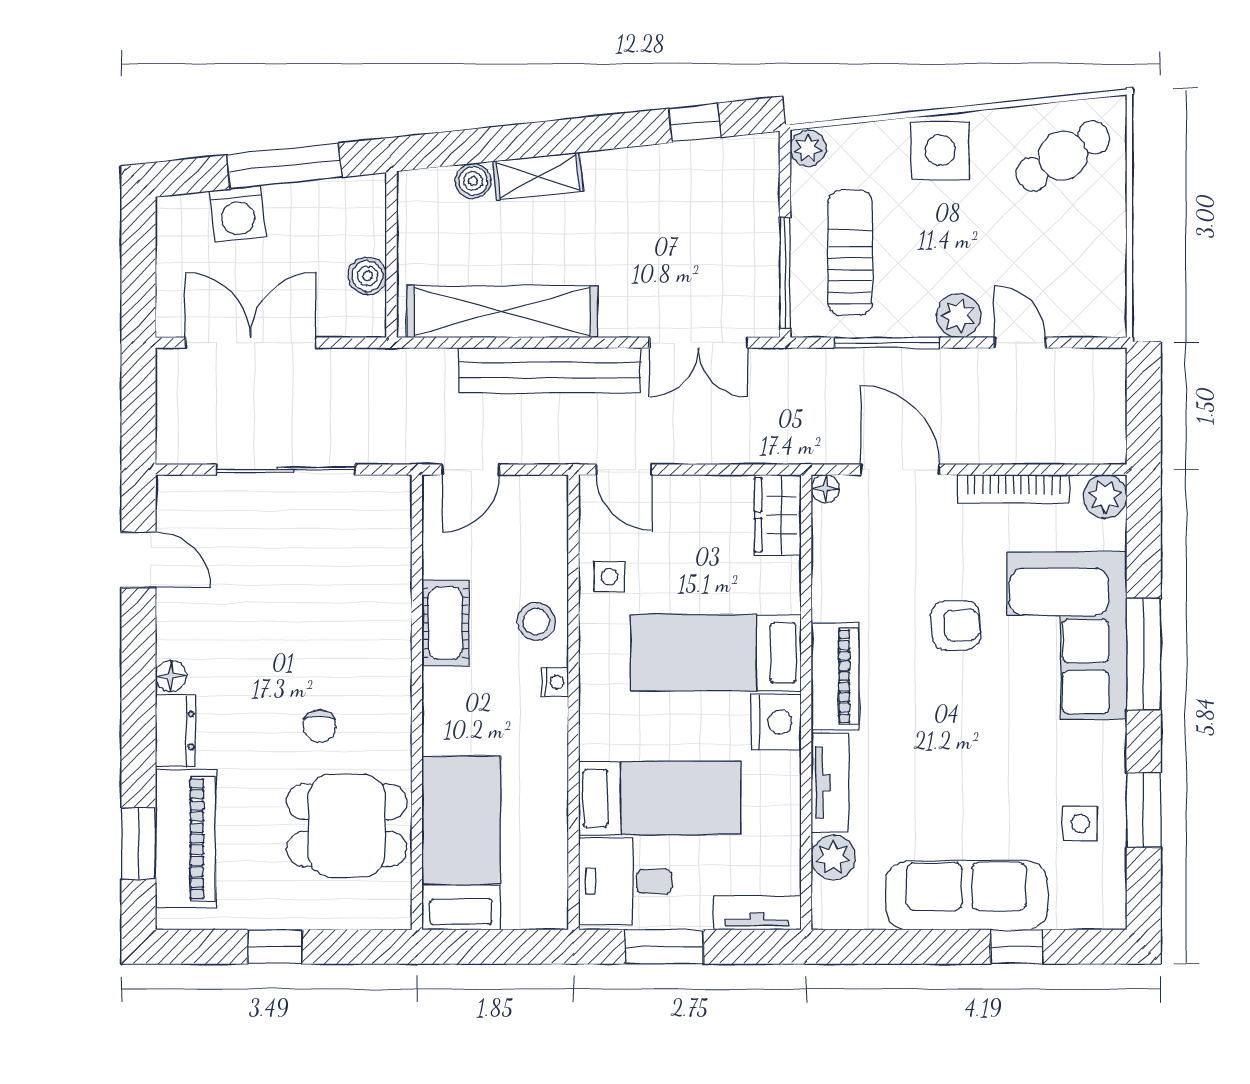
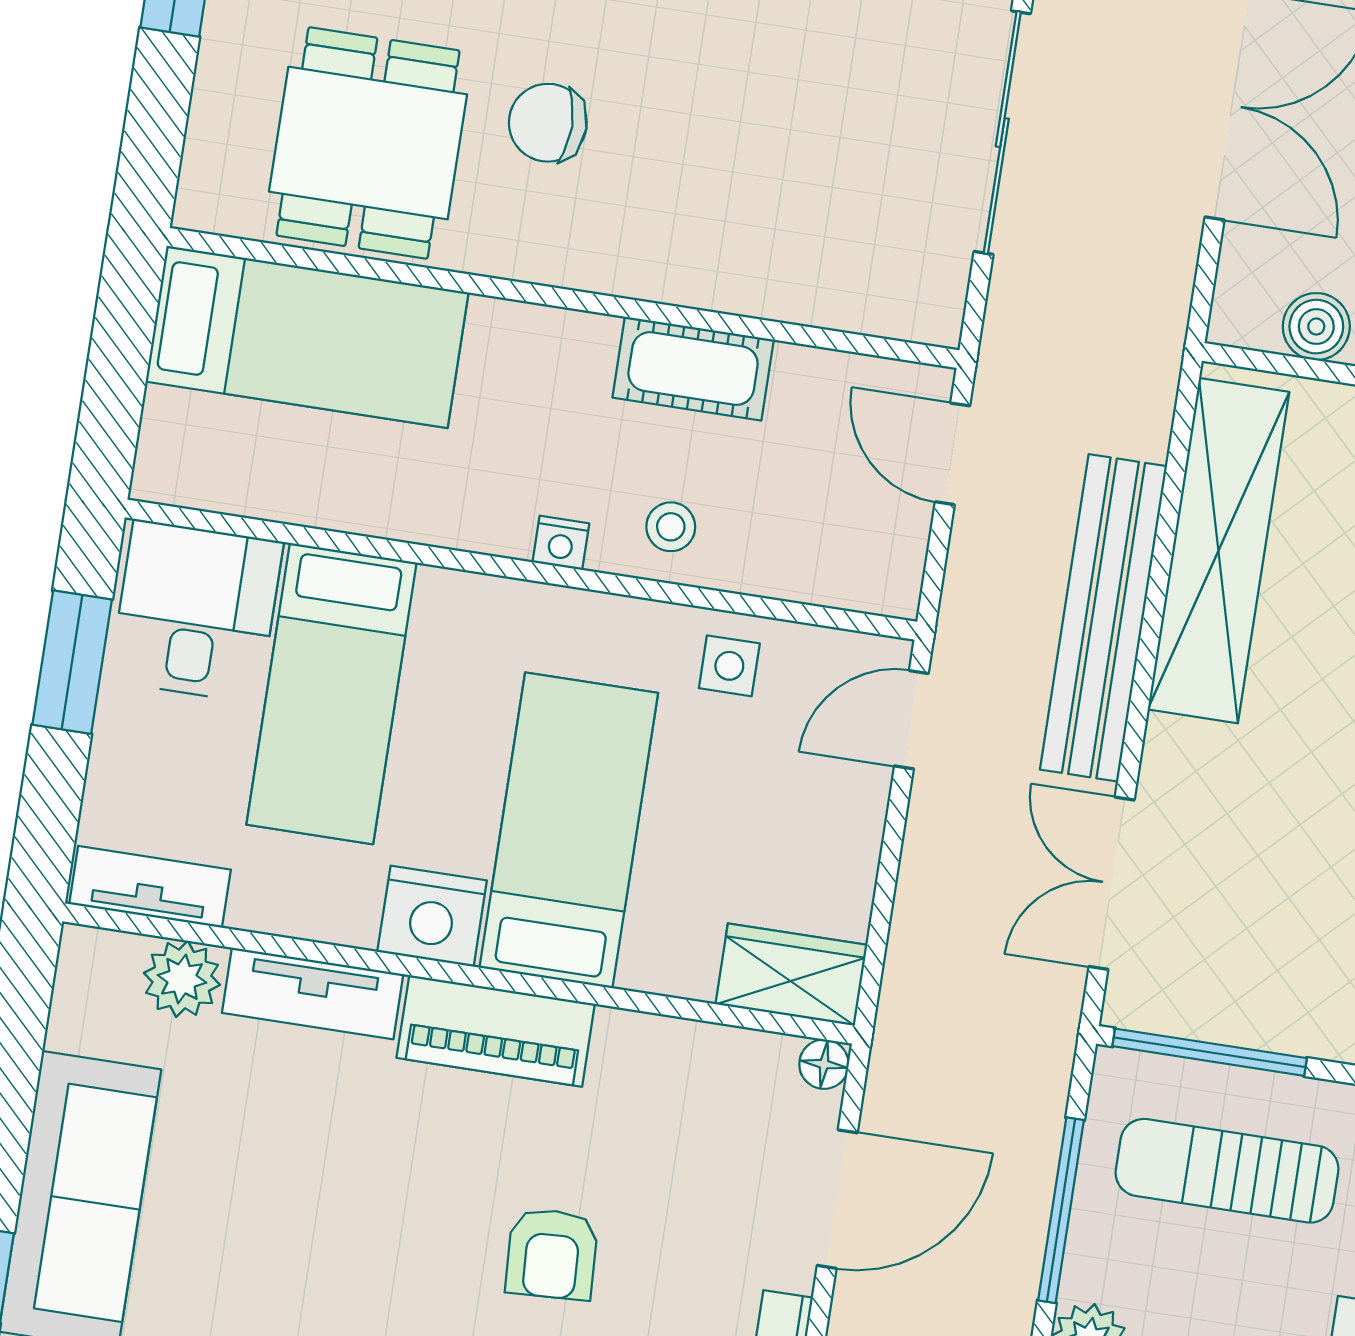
sun lounger: (850, 253) -> (1227, 1171), turned 180
stool: (536, 622) -> (671, 527), width x0.73, depth x0.73
chair: (320, 726) -> (548, 123), width x1.37, depth x1.37
tv unit: (757, 913) -> (150, 887), moved, turned -90

